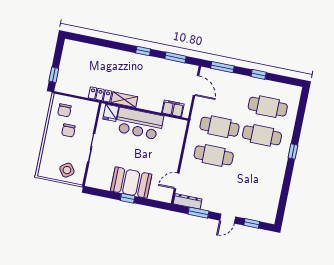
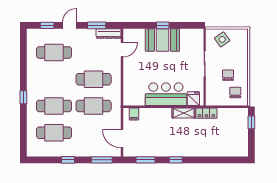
filing cabinet: (173, 108) -> (134, 114), width x0.50
cafe table: (250, 193) -> (54, 52), added

